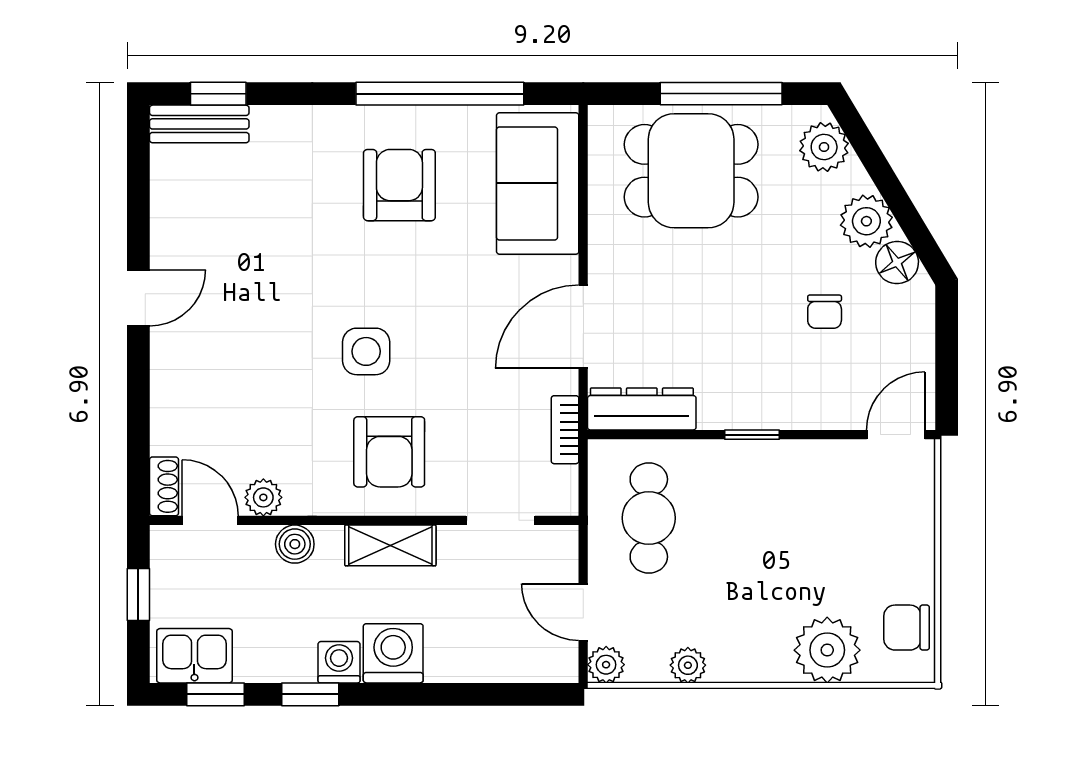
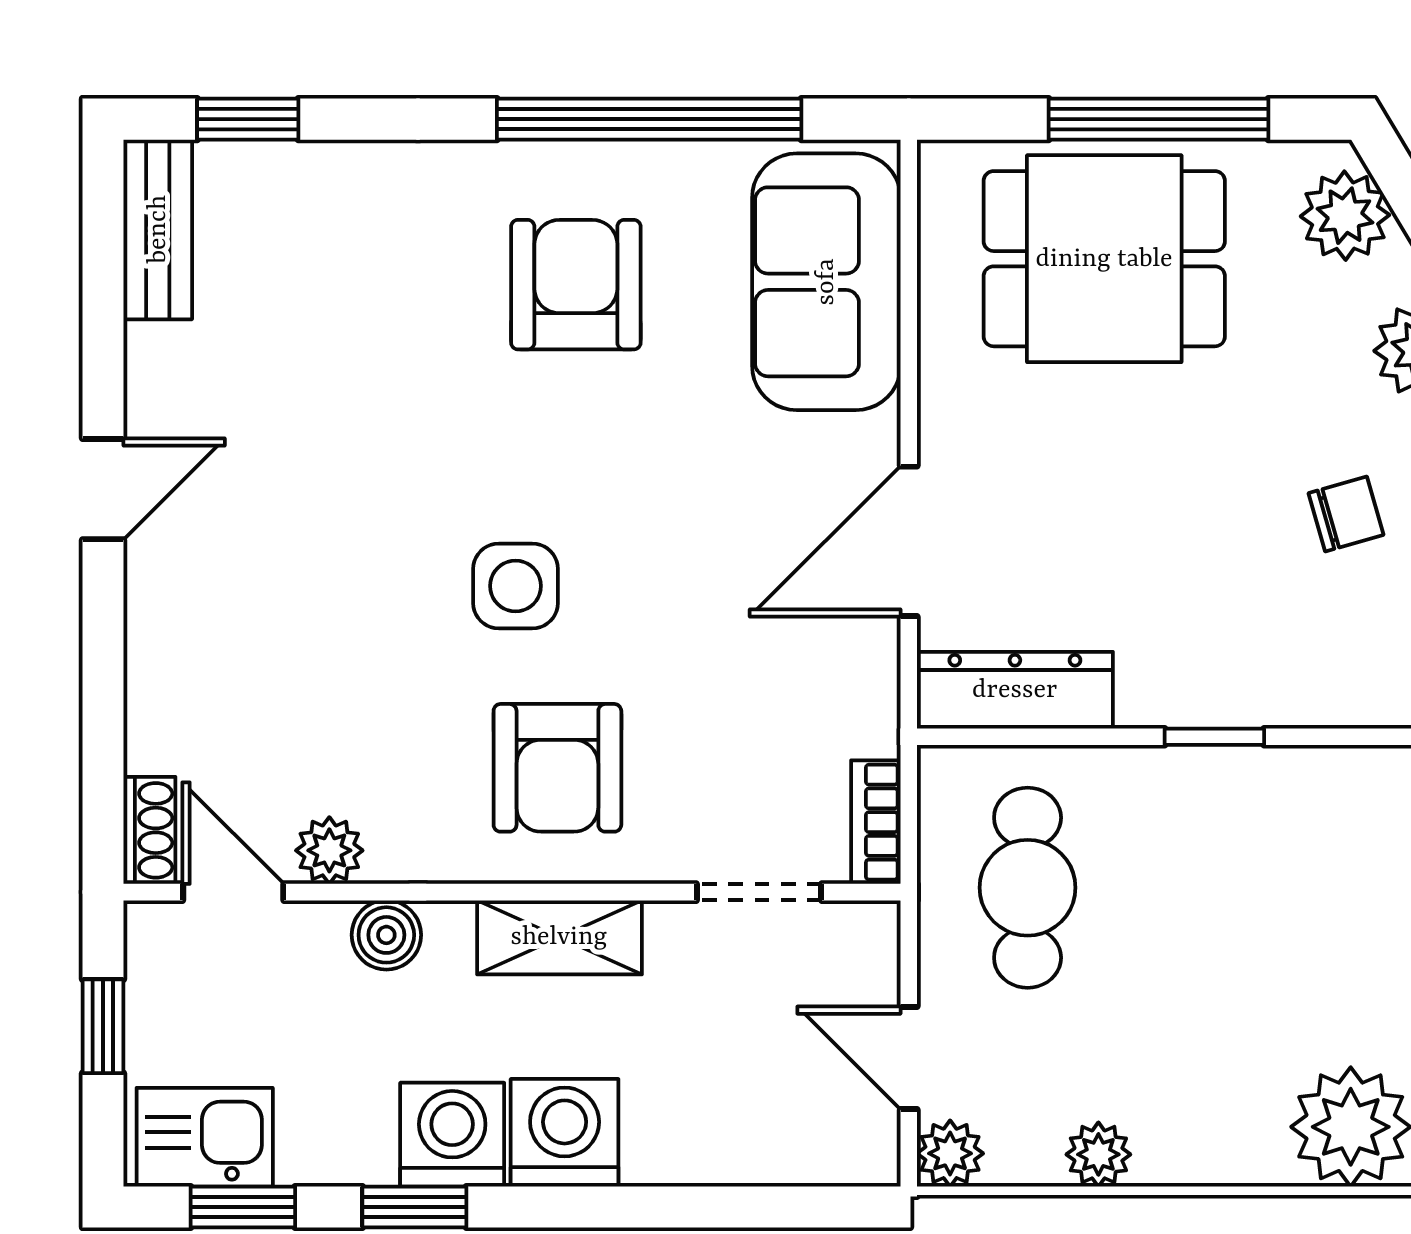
bench: (199, 124) -> (158, 229), moved, turned 90
chair: (825, 312) -> (1346, 514), turned -106
bookcase: (565, 430) -> (876, 822), moved
washing machine: (339, 662) -> (452, 1135), width x1.38, depth x1.38

